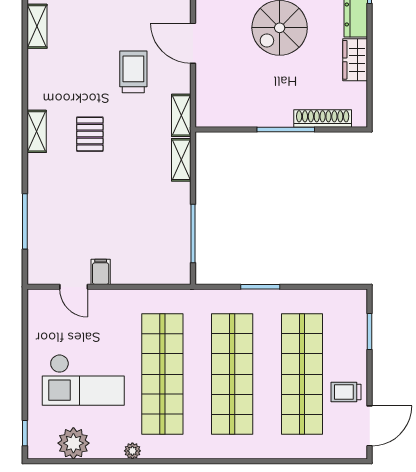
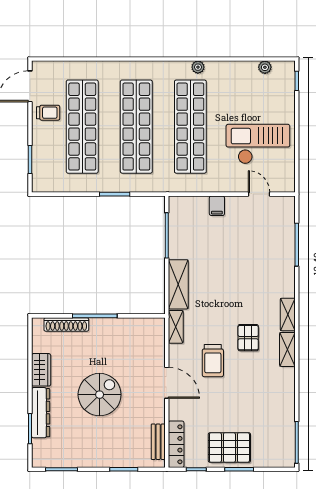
shelving: (37, 26) -> (287, 349), moved
pallet: (90, 134) -> (248, 338), moved
shelving: (181, 160) -> (178, 284), width x1.50, depth x1.33
filing cabinet: (101, 272) -> (217, 206), moved
checkout: (83, 380) -> (258, 144), moved
plant: (73, 443) -> (265, 67), width x0.53, depth x0.53
plant: (132, 451) -> (198, 67), moved

